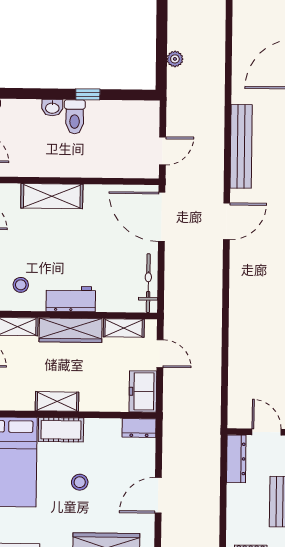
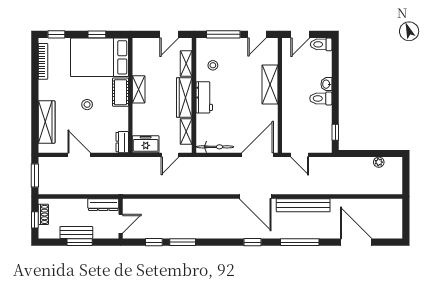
plant: (175, 59) -> (379, 162), moved
window: (88, 94) -> (335, 132), moved
door: (227, 221) -> (255, 196), width x1.36

